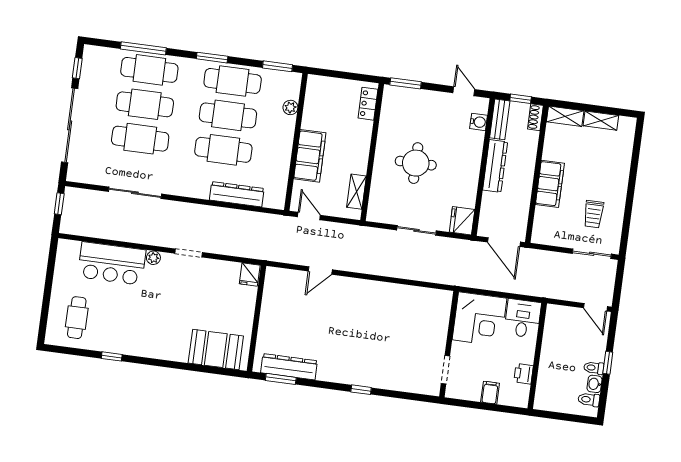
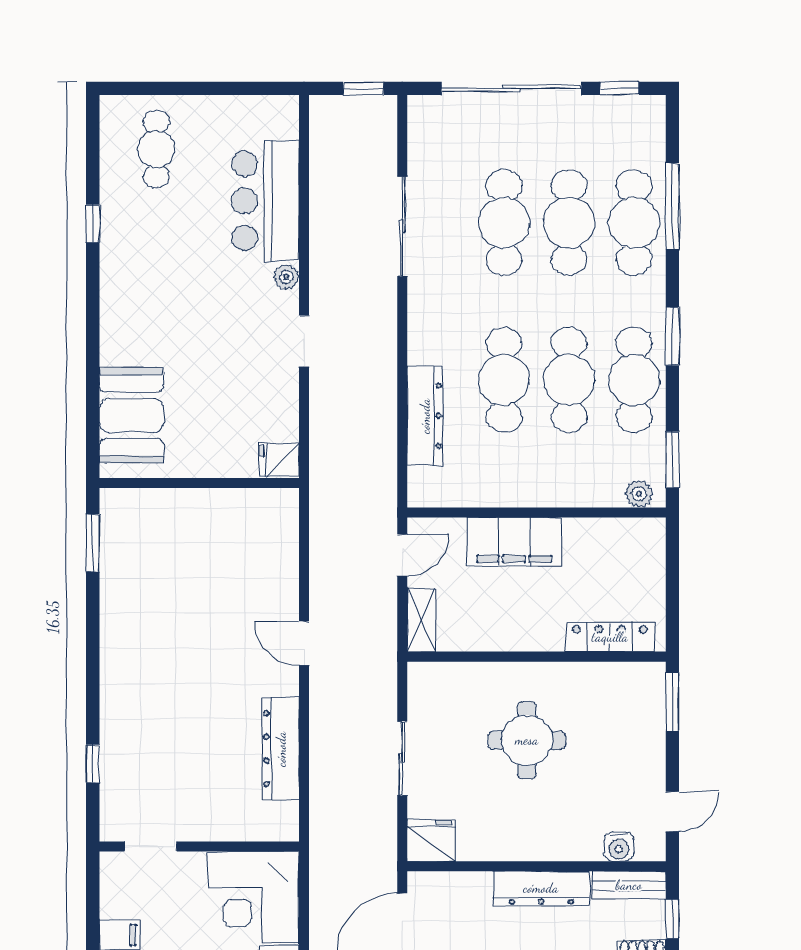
locker: (368, 104) -> (610, 637), width x1.53
plant: (290, 107) -> (639, 494), moved
shelving: (357, 192) -> (421, 620), moved, turned 90
door: (320, 270) -> (304, 643), moved
cafe table: (77, 318) -> (156, 149), turned 90
dresser: (289, 367) -> (281, 749), moved, turned 180
window: (361, 390) -> (93, 764), moved

